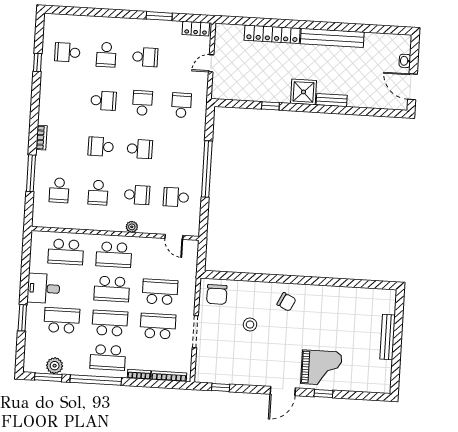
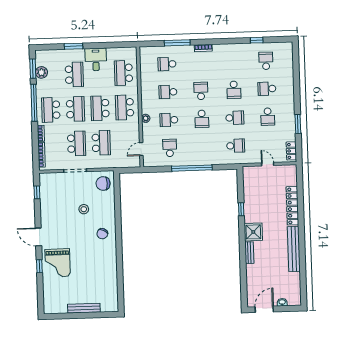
school desk: (137, 195) -> (169, 120), turned 90

